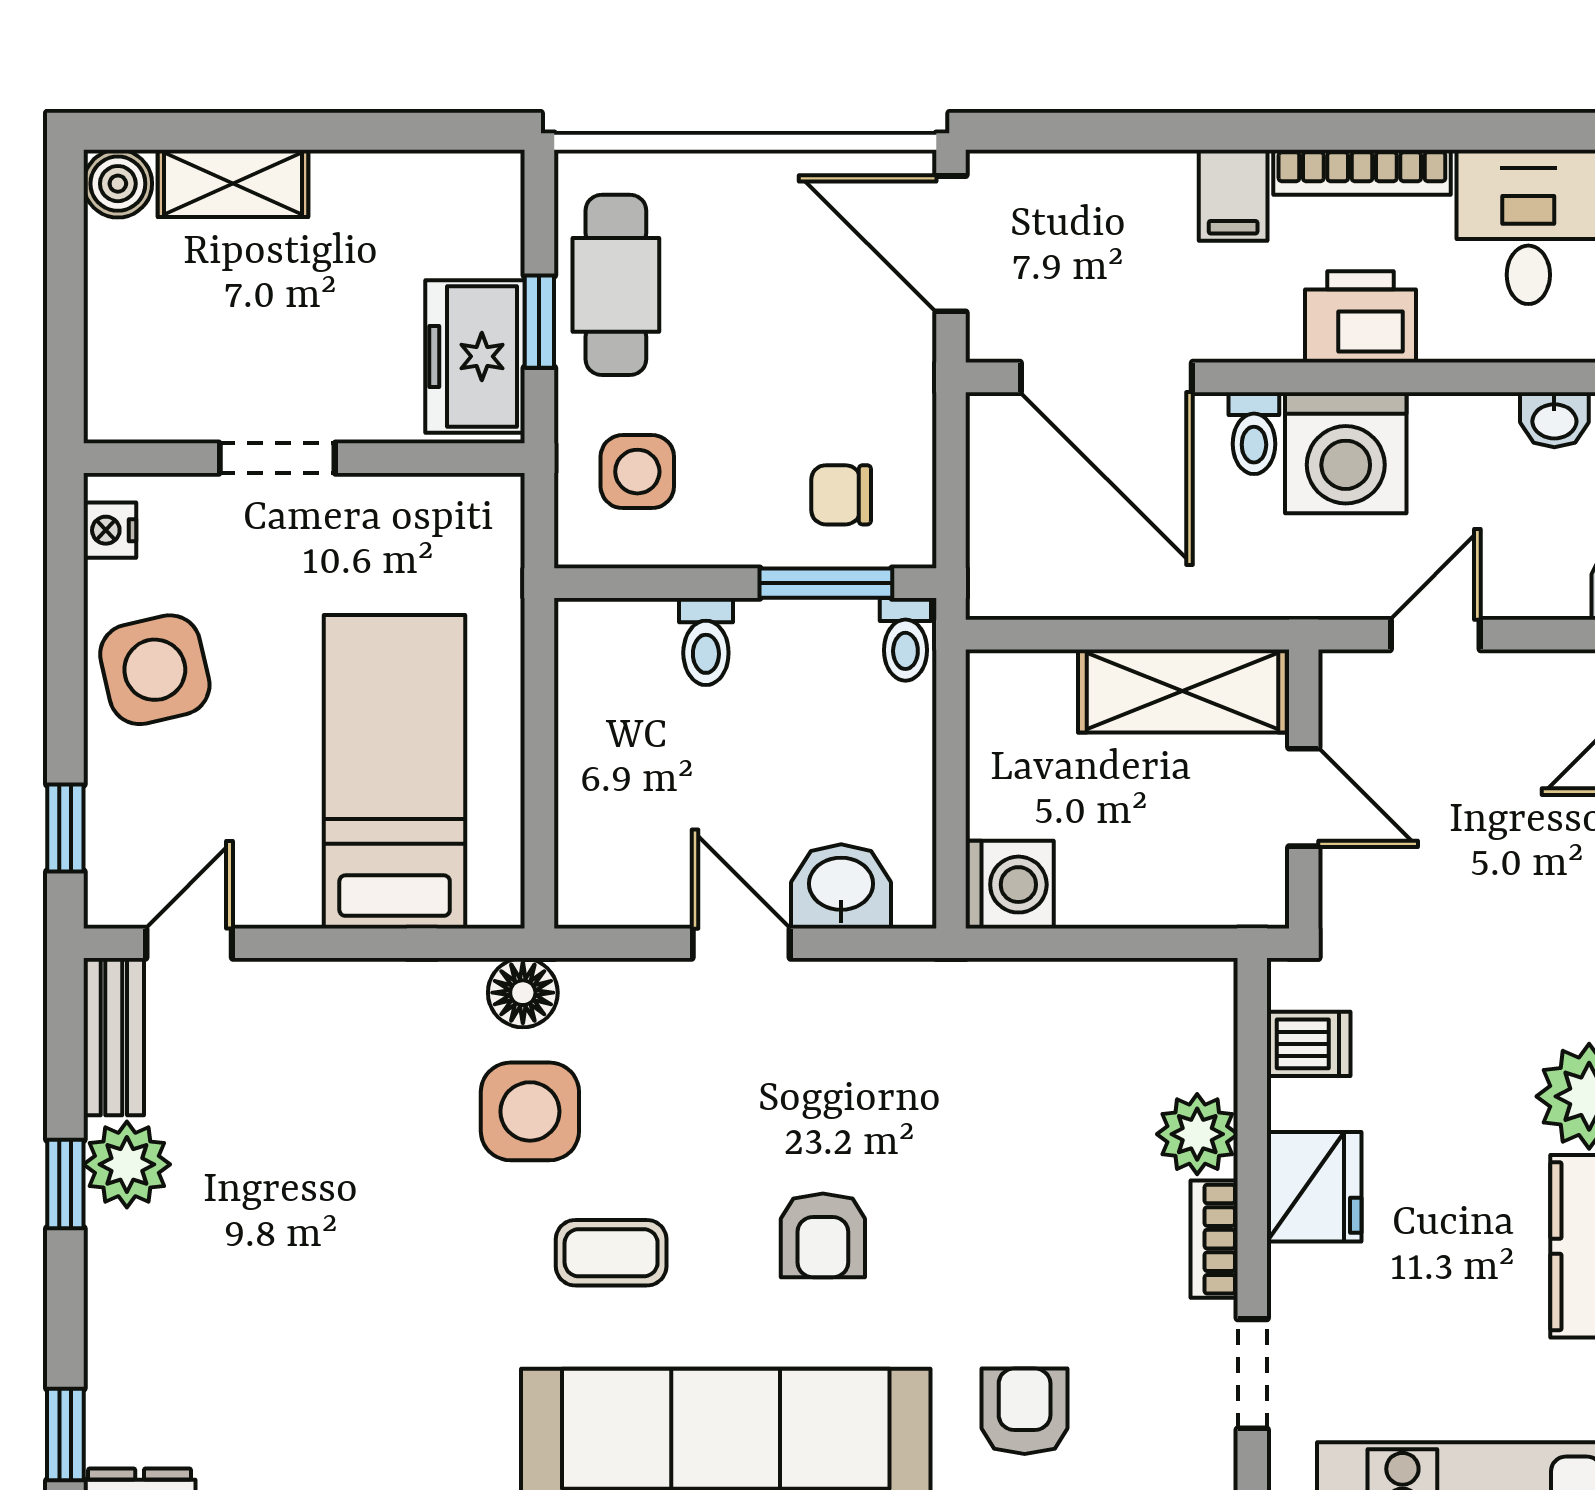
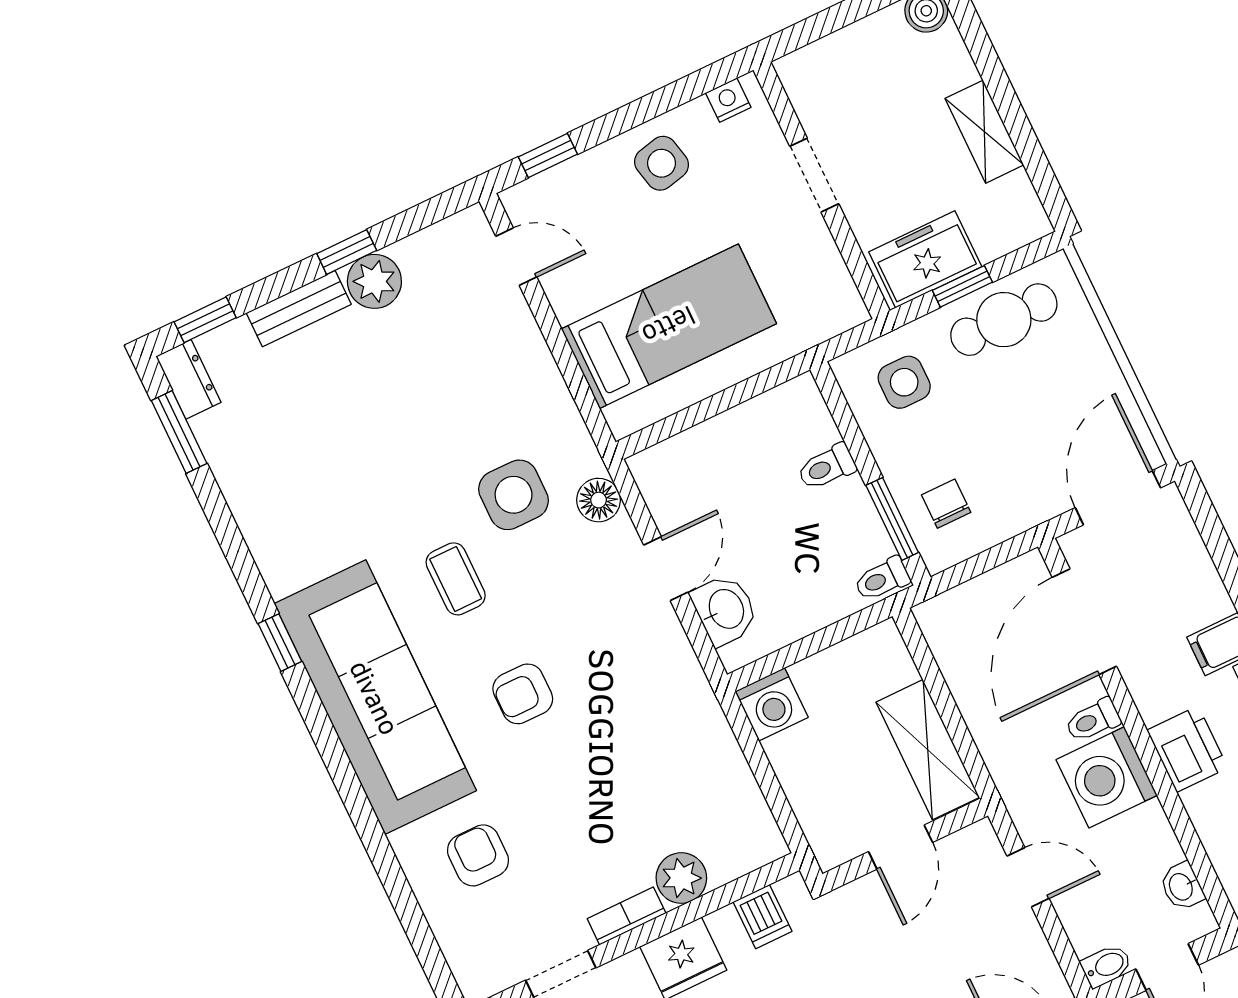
shelving: (233, 183) -> (984, 132), moved
side table: (155, 670) -> (662, 163), width x0.73, depth x0.73
floor lamp: (523, 993) -> (599, 500), moved
bench: (114, 1037) -> (299, 309), moved
armchair: (1025, 1411) -> (478, 855), turned -90

